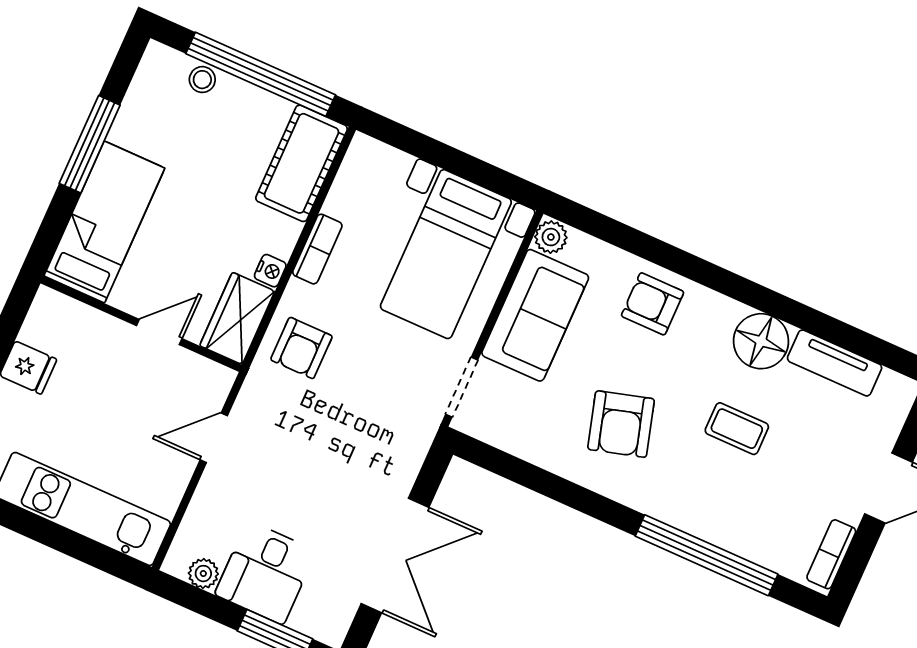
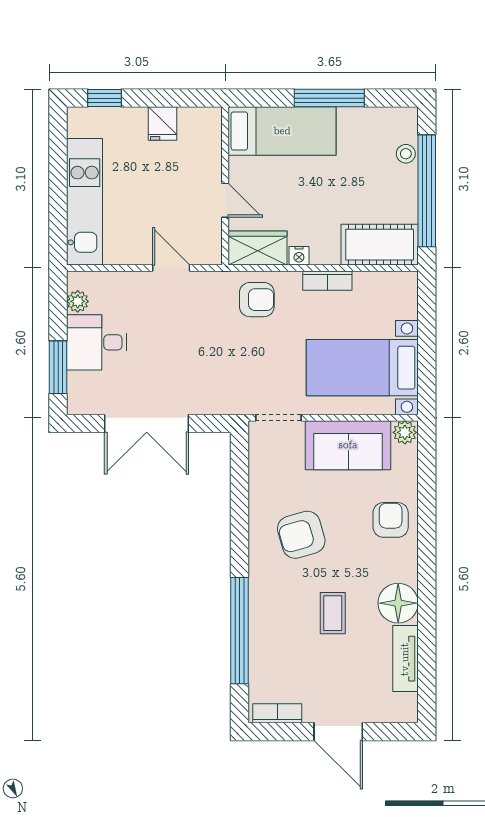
armchair: (301, 348) -> (257, 300), turned 180

